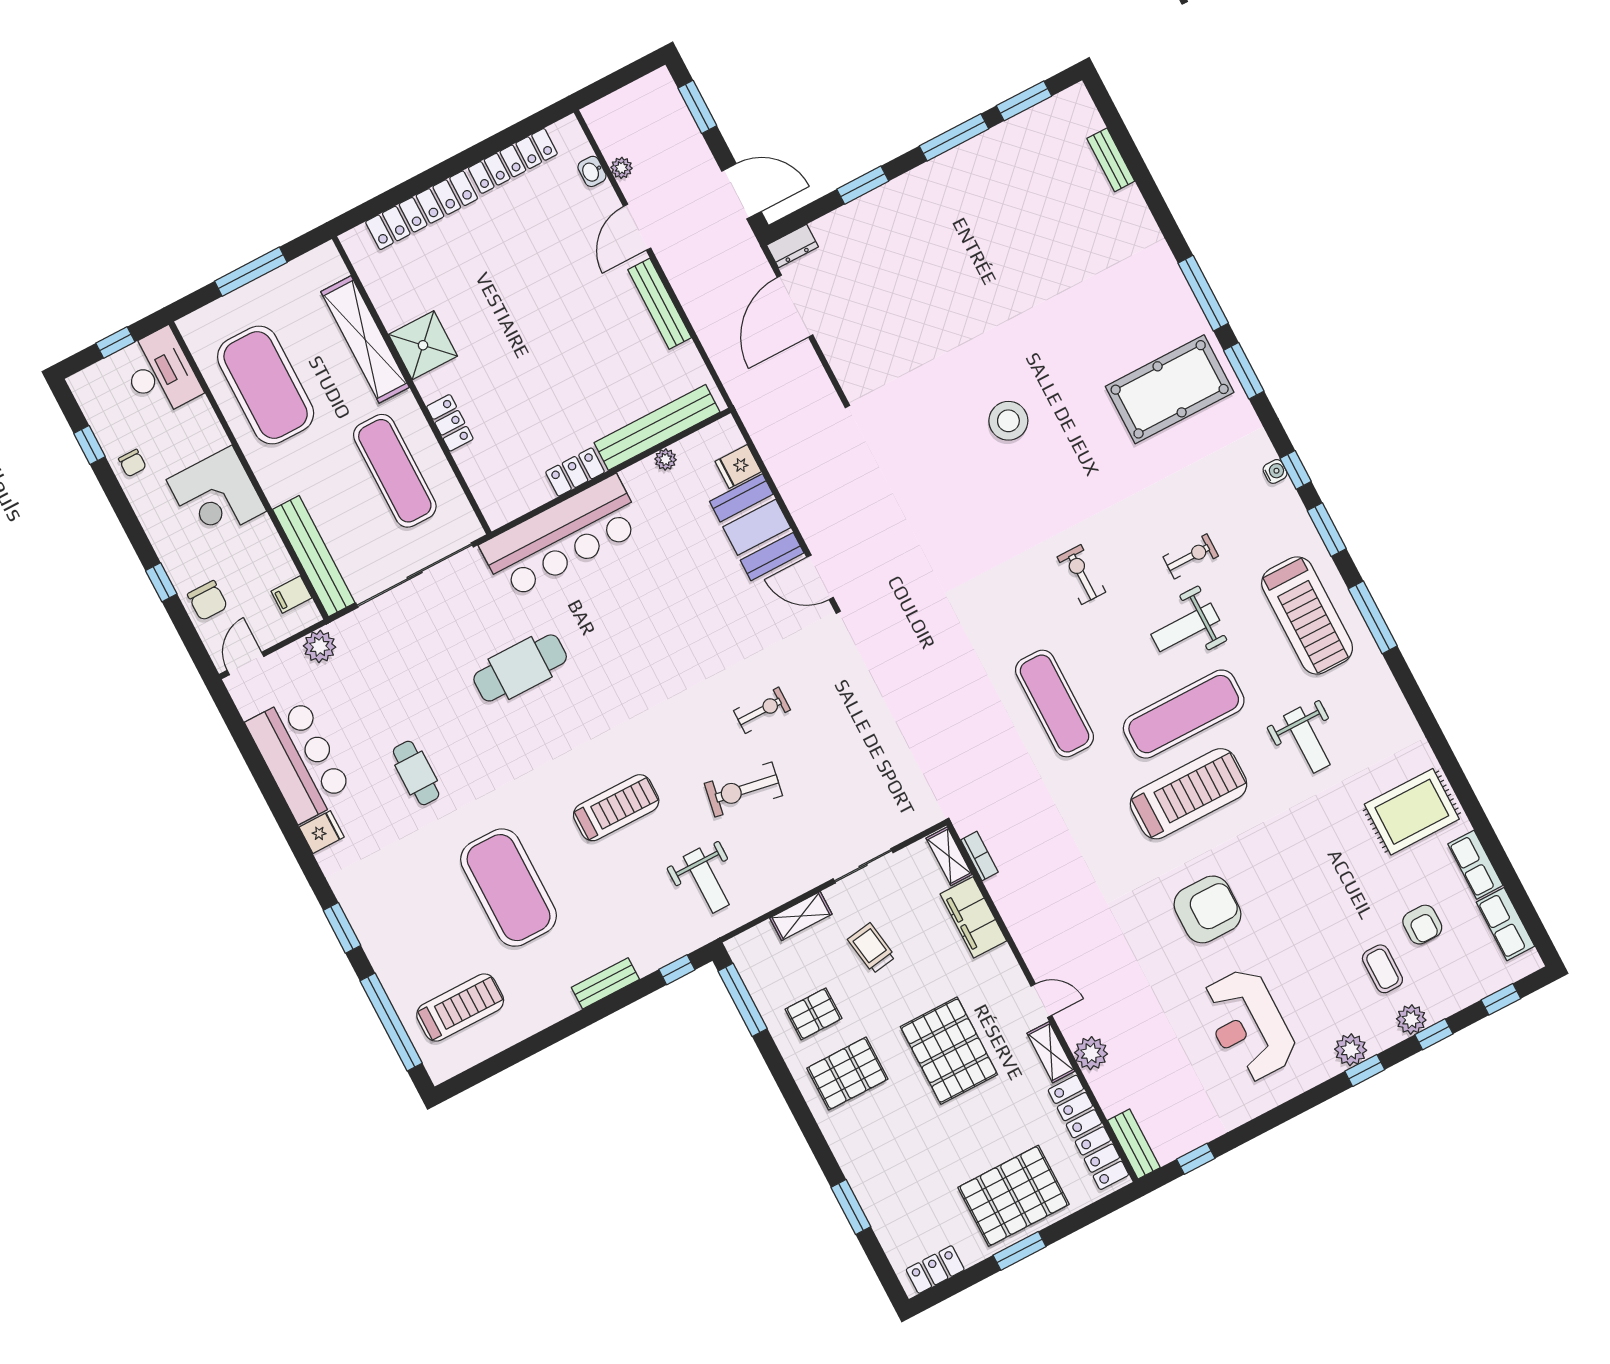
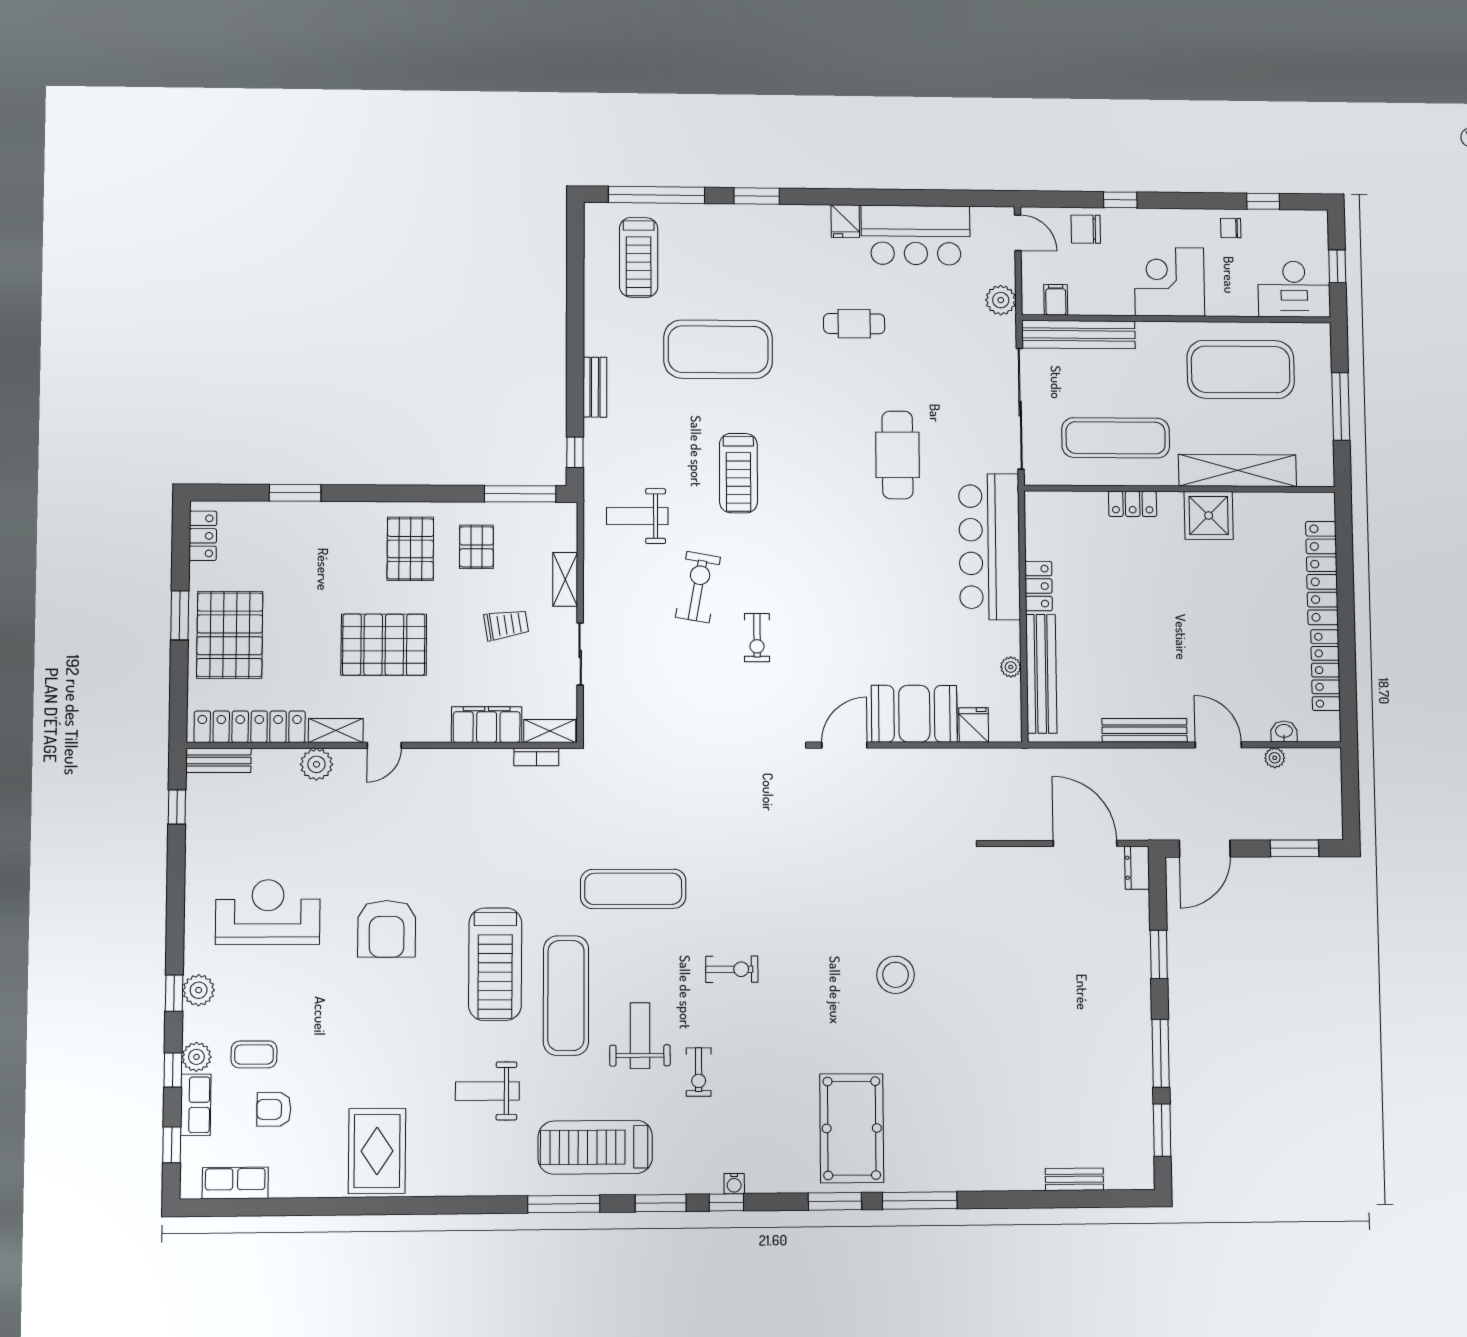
row of seats: (1475, 865) -> (196, 1105), moved, turned 90

